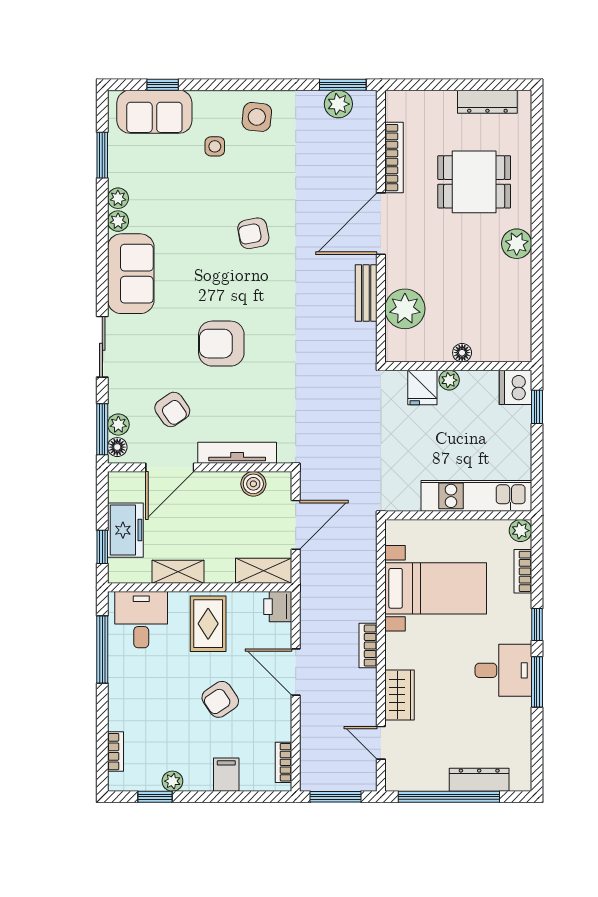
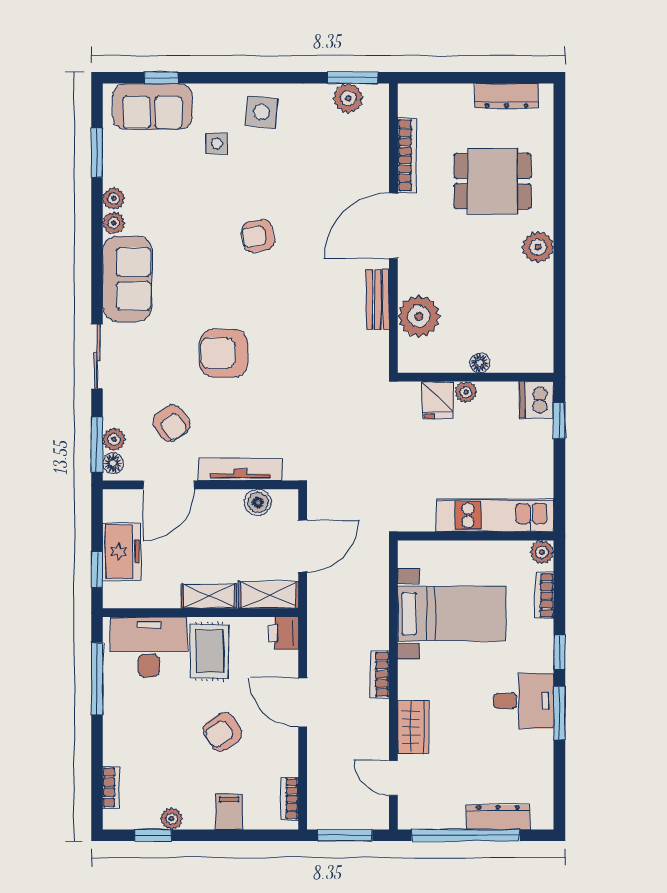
shelving: (178, 572) -> (209, 596), moved
desk: (141, 620) -> (149, 647), width x1.37

